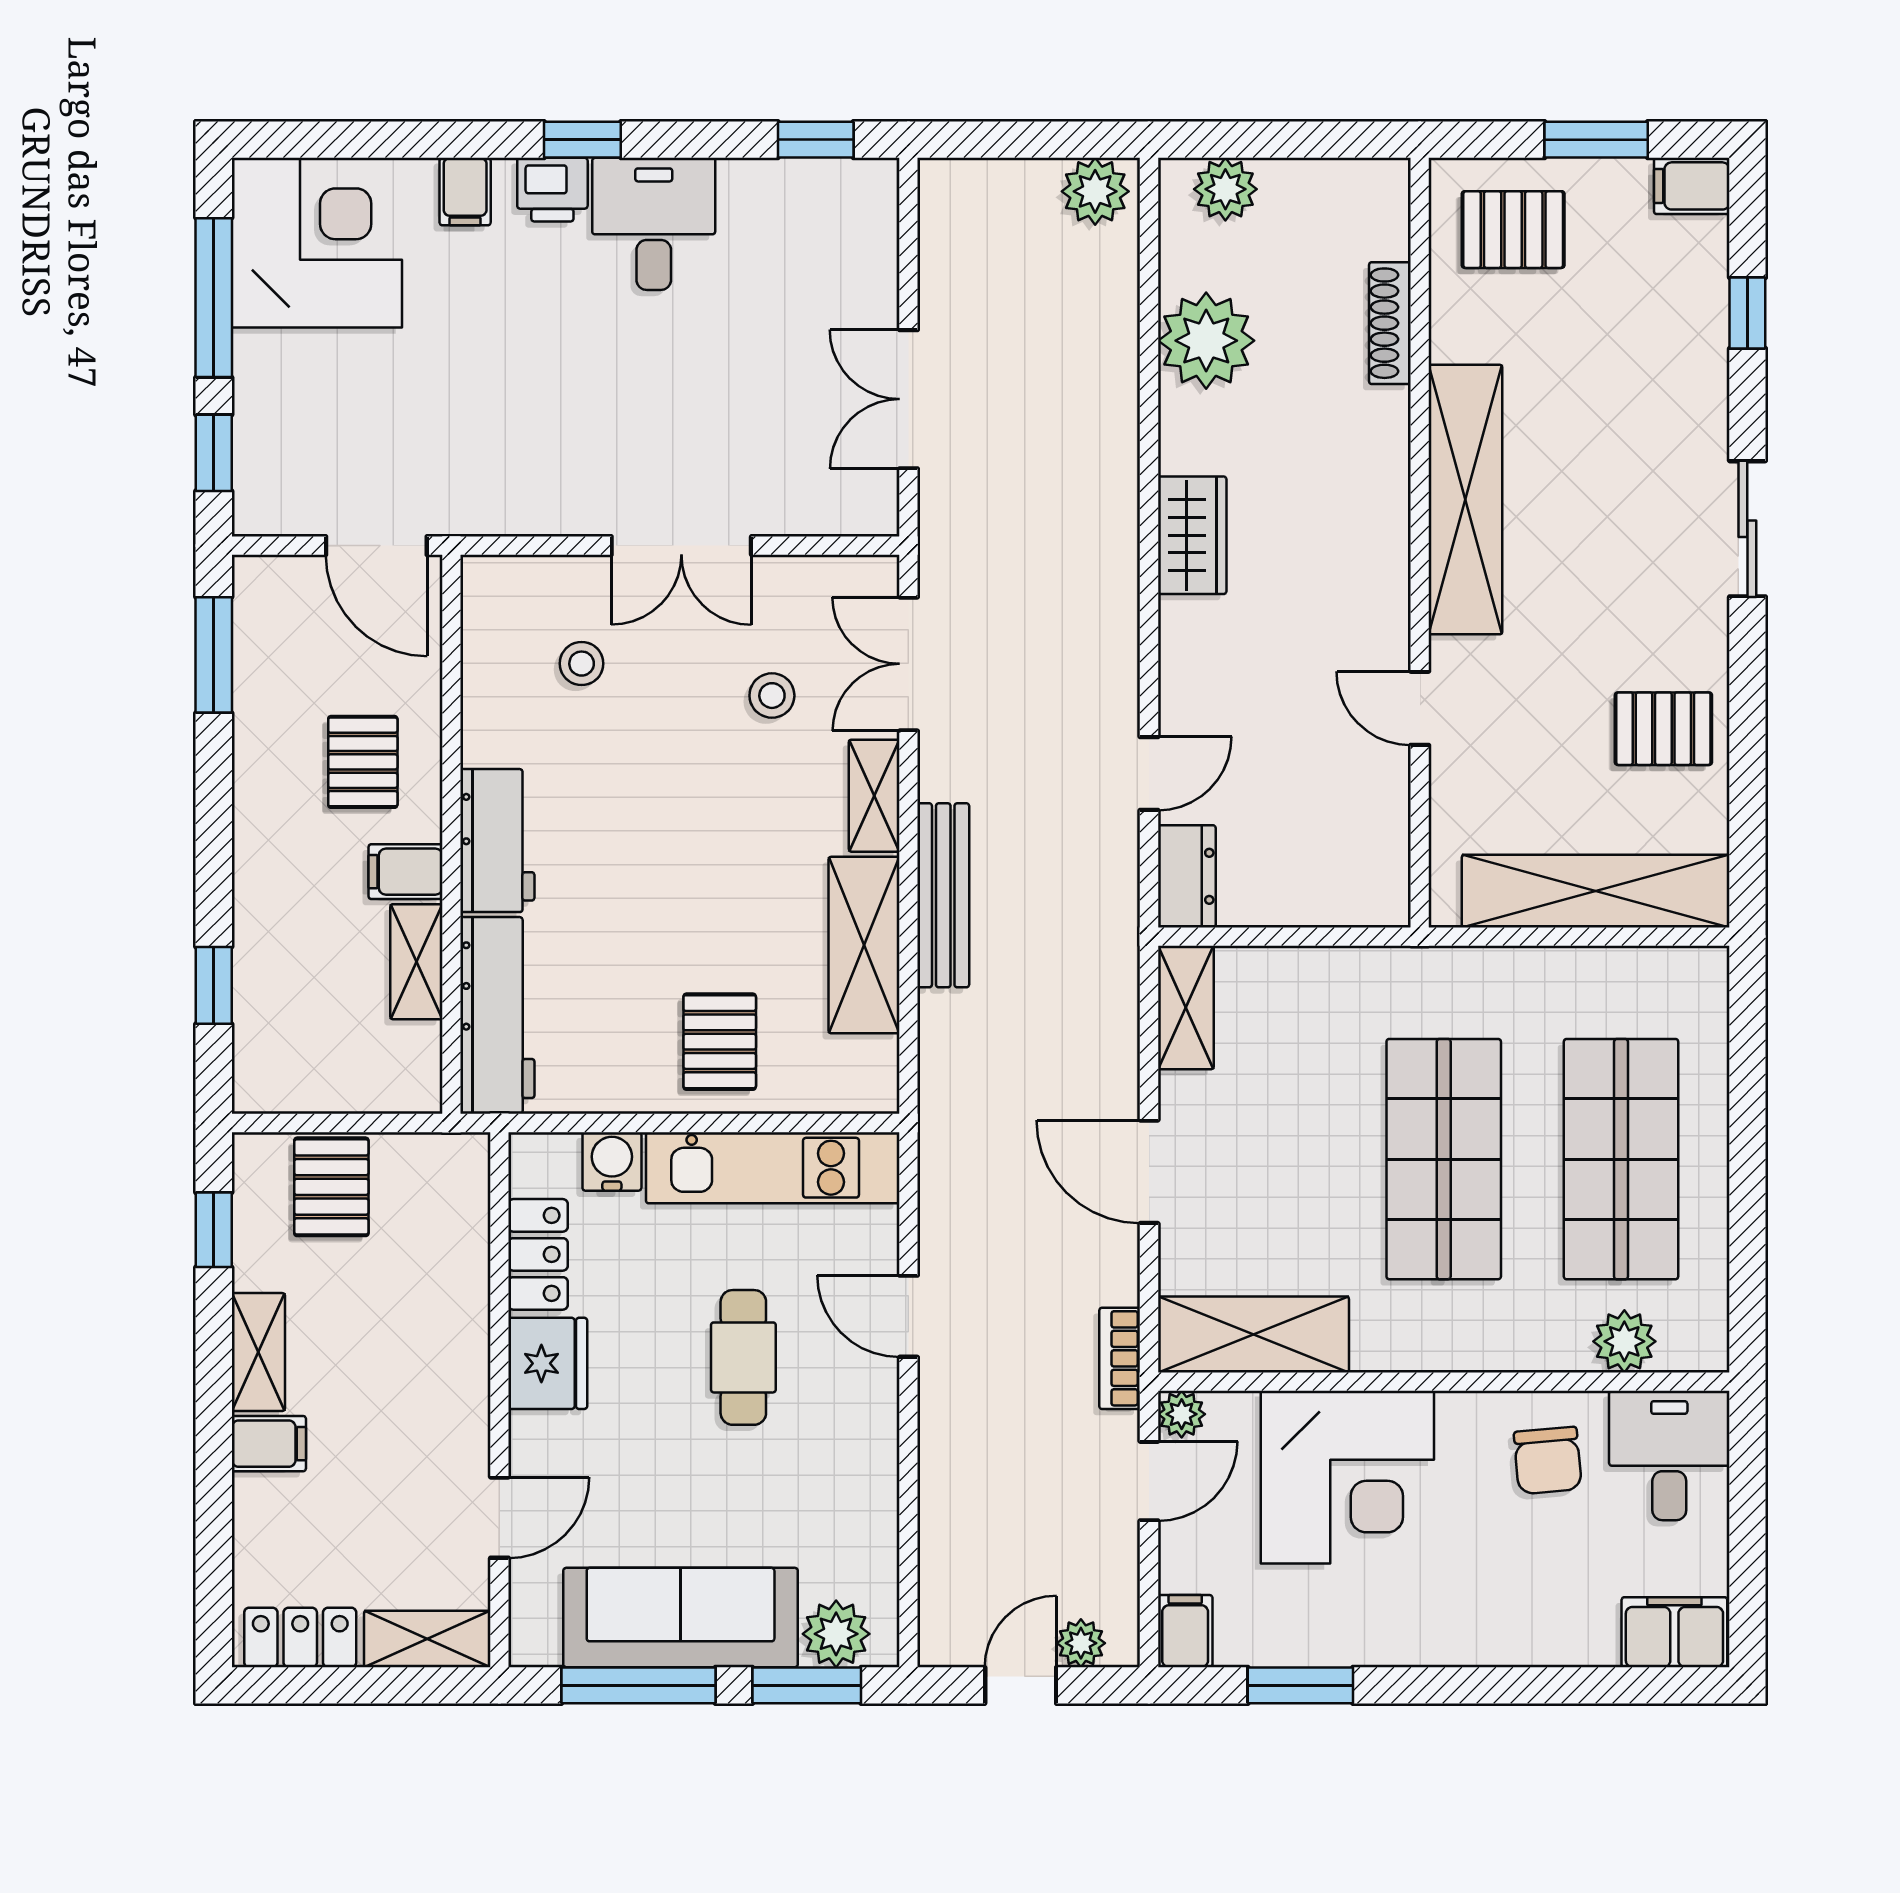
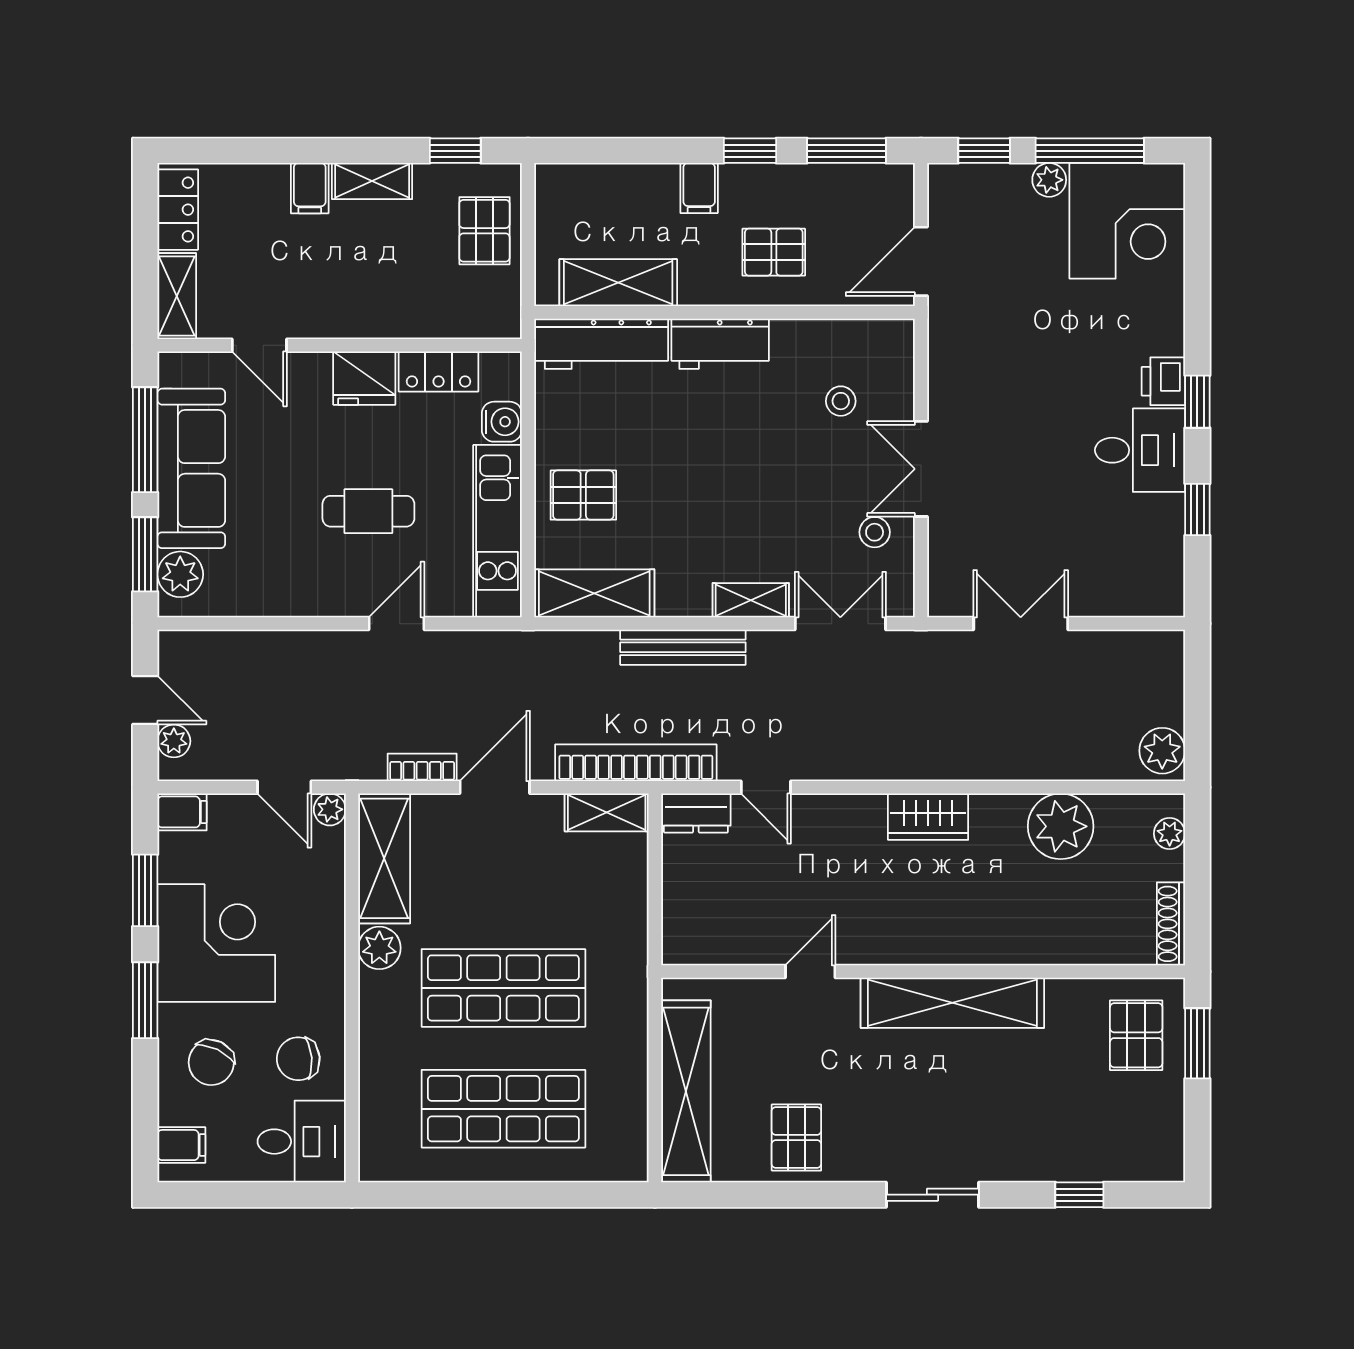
window: (816, 140) -> (1197, 510), moved
window: (1596, 140) -> (1197, 1043), moved
filing cabinet: (1692, 186) -> (1166, 1157), removed
plant: (1225, 189) -> (1170, 834), width x0.73, depth x0.73
filing cabinet: (465, 192) -> (1162, 322), removed
shoe rack: (1390, 323) -> (1171, 924), moved, turned -90
plant: (257, 357) -> (1049, 180), added
stool: (772, 696) -> (875, 532), moved
filing cabinet: (405, 872) -> (699, 188), moved, turned 180
shelving: (864, 945) -> (594, 593), moved
shelving: (416, 962) -> (618, 283), width x1.50, depth x1.33
bookcase: (1113, 964) -> (636, 763), added
window: (214, 985) -> (750, 151), moved
pallet: (331, 1187) -> (484, 231), turned 90
plant: (1624, 1341) -> (379, 948), moved
bookcase: (1120, 1358) -> (422, 767), moved
corner desk: (1347, 1477) -> (216, 943), moved, turned 180
chair: (1553, 1588) -> (211, 1062), added
filing cabinet: (1674, 1632) -> (181, 1145), width x0.50
window: (1462, 1685) -> (145, 1000), added

